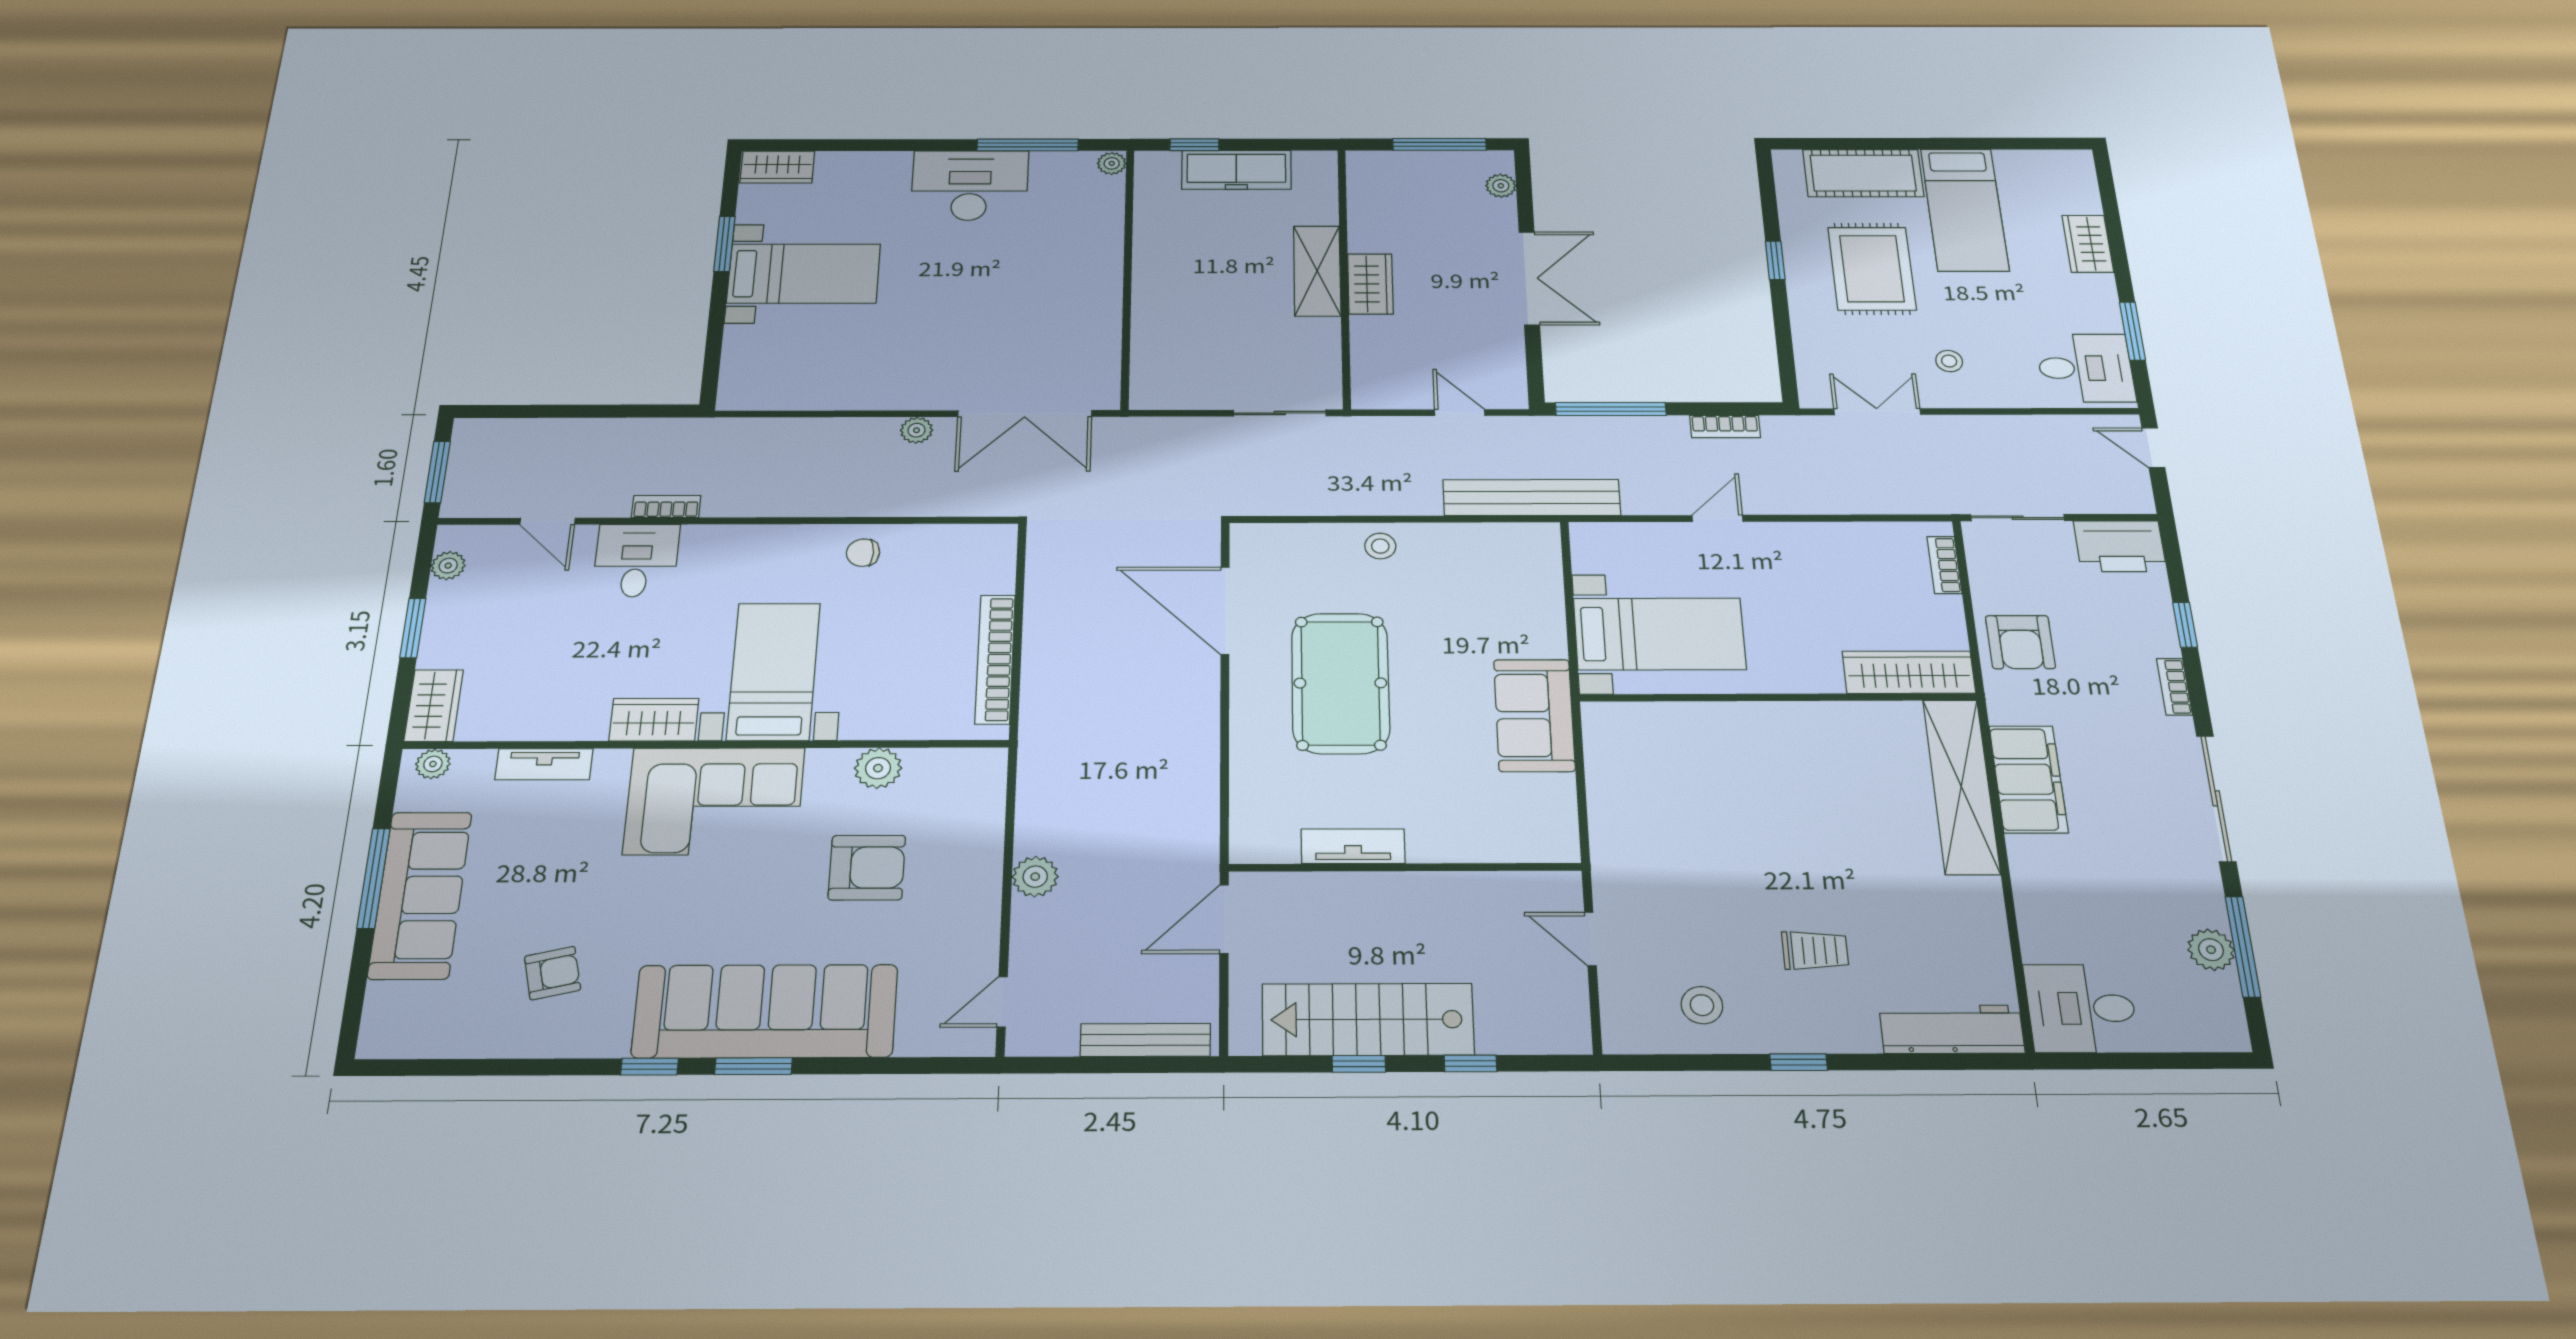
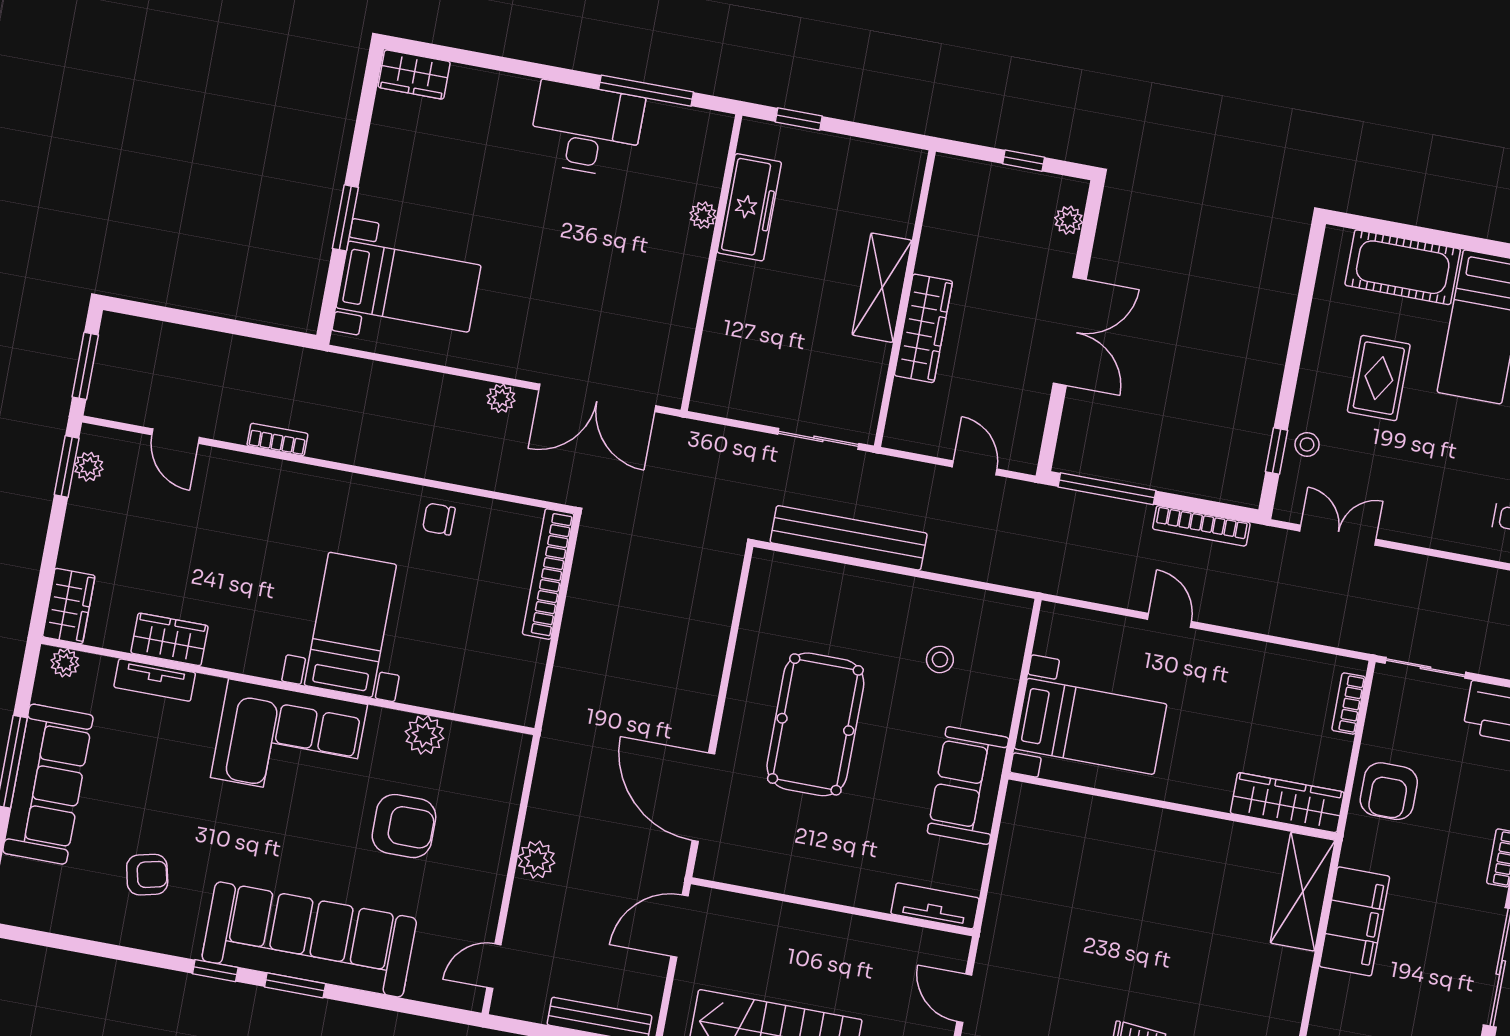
window: (1439, 144) -> (1024, 161), width x0.46
plant: (1112, 163) -> (703, 215), moved
freezer: (1236, 170) -> (749, 207), moved, turned -90
window: (724, 244) -> (345, 218), moved
window: (1775, 260) -> (1277, 451), moved
rug: (1872, 269) -> (1379, 378), width x0.73, depth x0.70
bed with nightstands: (804, 274) -> (409, 287), moved
wardrobe: (1370, 284) -> (923, 328), width x1.50
stool: (1949, 361) -> (1307, 444), moved
bookcase: (1725, 426) -> (1201, 526), width x1.56
bench: (1532, 498) -> (849, 538), moved
door: (1717, 518) -> (1169, 620), hinge flipped
stool: (1380, 546) -> (940, 659), moved
desk: (636, 560) -> (247, 491), removed
door: (1225, 610) -> (703, 797), moved
window: (413, 628) -> (67, 467), moved
bookcase: (995, 659) -> (548, 574), moved
wardrobe: (654, 720) -> (170, 639), moved
shelving: (1961, 786) -> (1303, 892), width x0.68
tv unit: (1353, 846) -> (935, 906), moved

